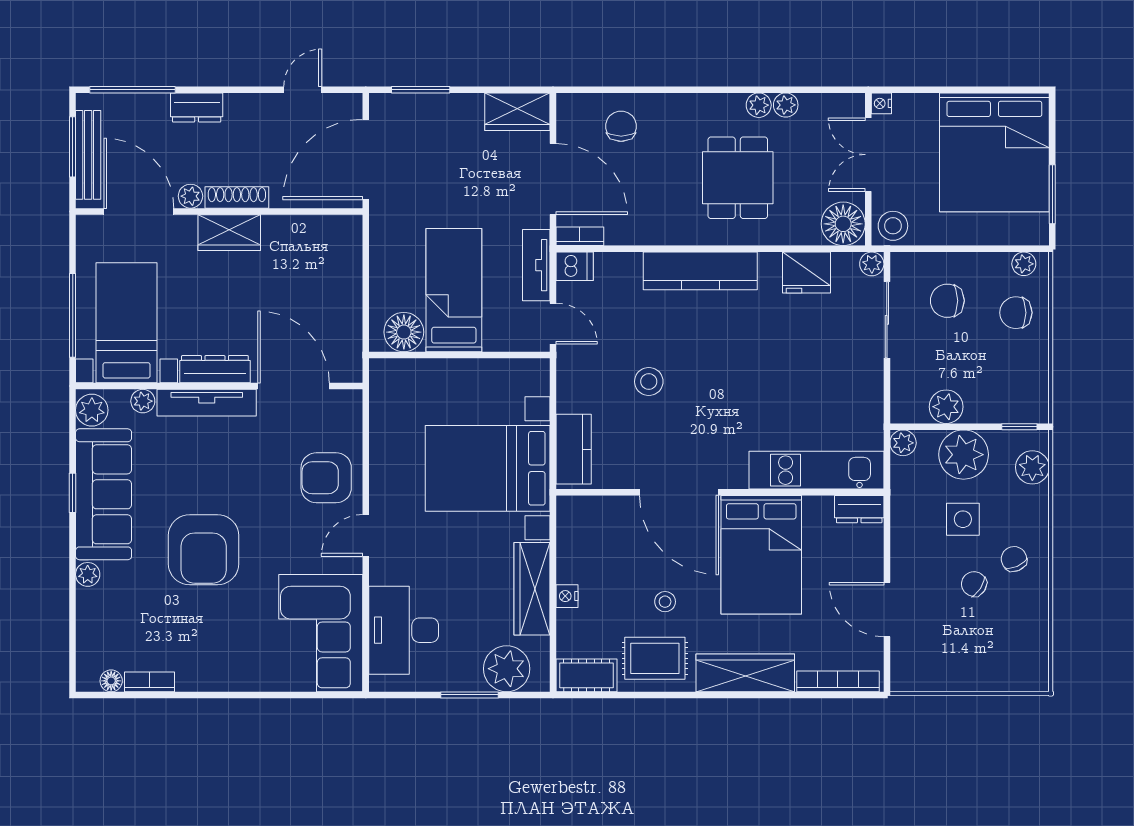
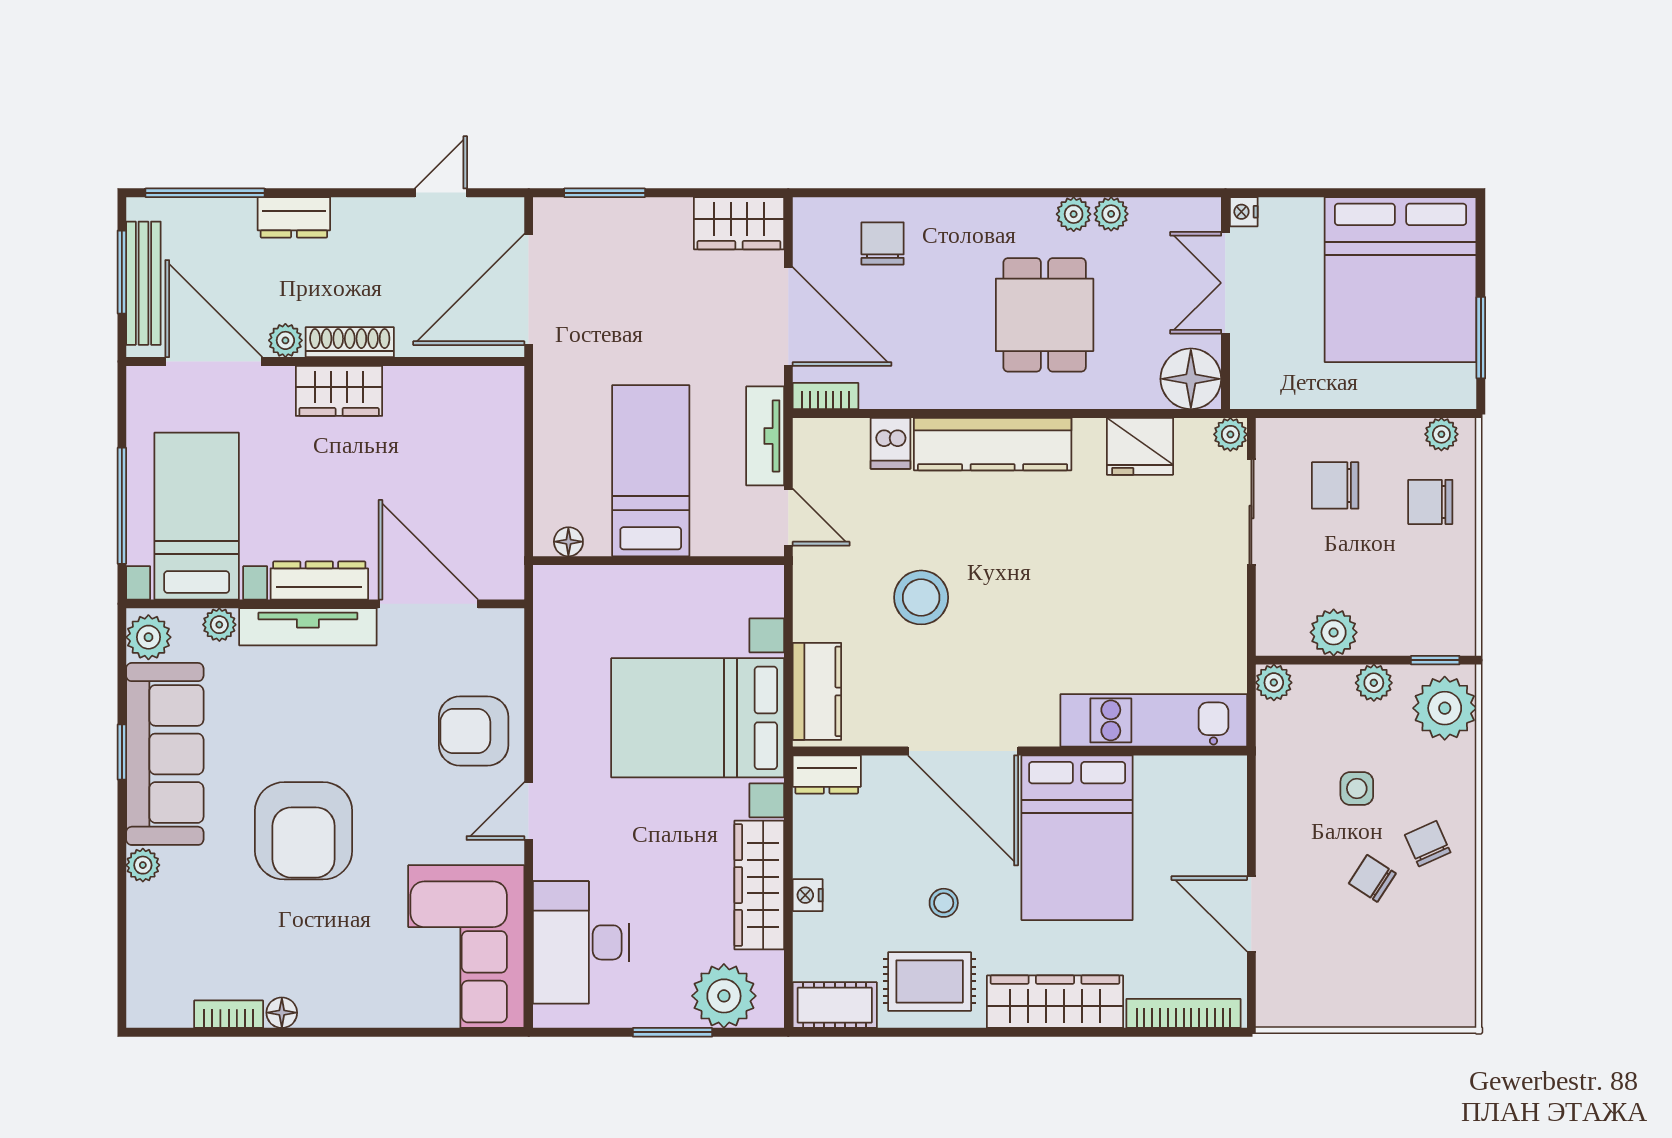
stool: (893, 226) -> (1260, 381), removed
dishwasher: (575, 266) -> (890, 443), moved, turned 90
floor lamp: (404, 332) -> (568, 542), width x0.53, depth x0.53
stool: (649, 382) -> (921, 597), width x1.38, depth x1.38
plant: (964, 455) -> (1374, 683), width x0.53, depth x0.53
plant: (1032, 467) -> (1445, 708), width x1.36, depth x1.36
dresser: (859, 509) -> (827, 774), moved
side table: (963, 519) -> (1357, 788), width x0.73, depth x0.73
floor lamp: (111, 681) -> (282, 1013), moved

